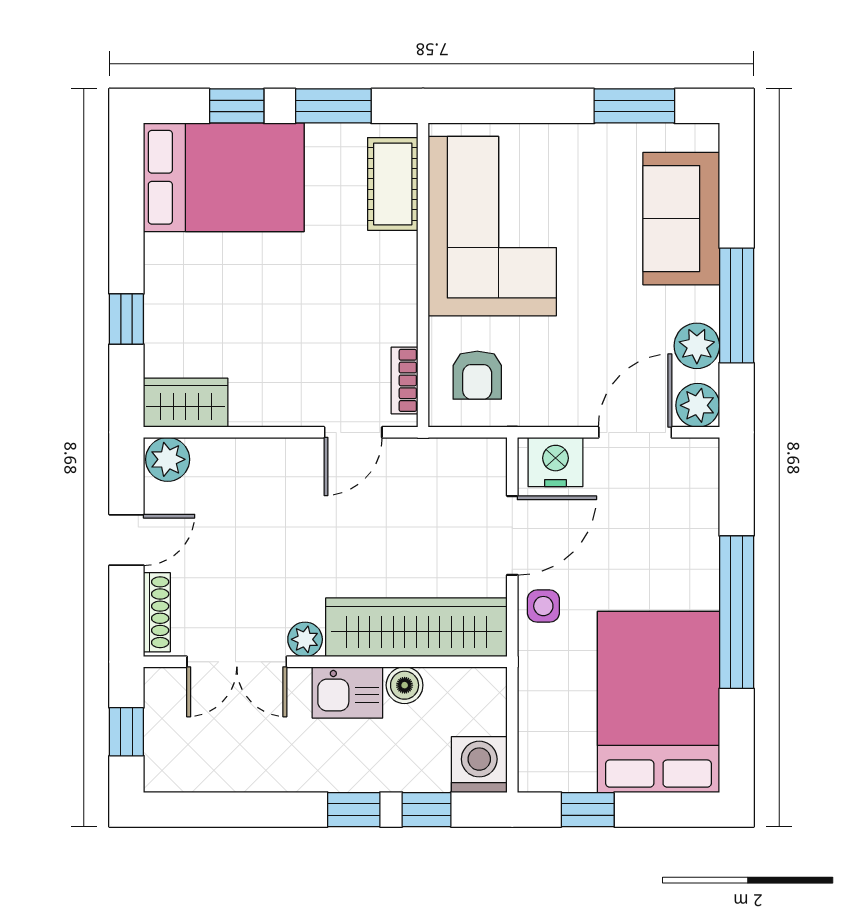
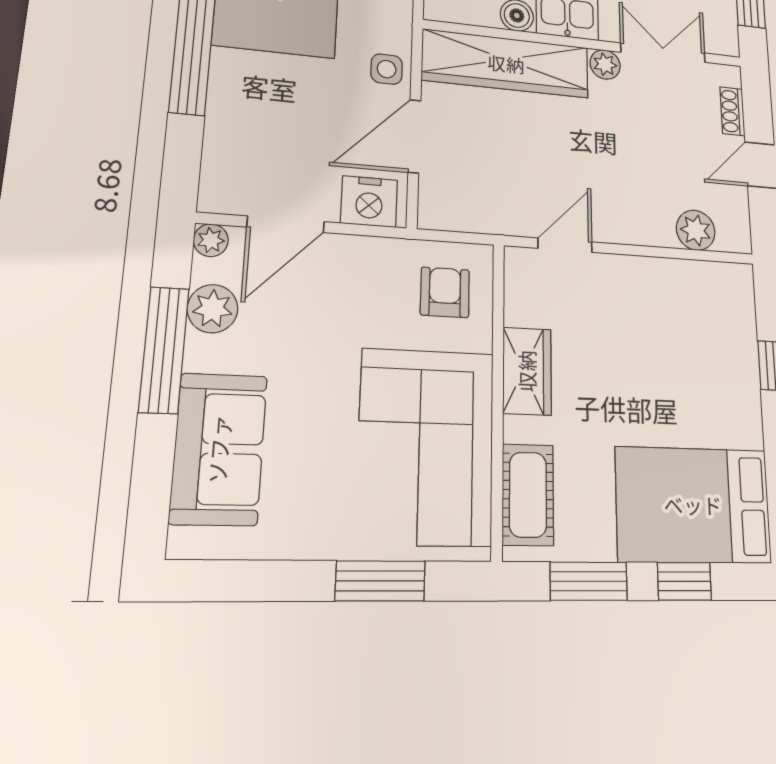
window: (634, 106) -> (380, 581), moved
bookcase: (405, 380) -> (516, 292), removed
wardrobe: (186, 403) -> (527, 371), moved, turned -90
plant: (698, 405) -> (211, 240), width x0.73, depth x0.73
plant: (168, 459) -> (696, 230), moved
shoe rack: (157, 612) -> (732, 111), width x0.70

